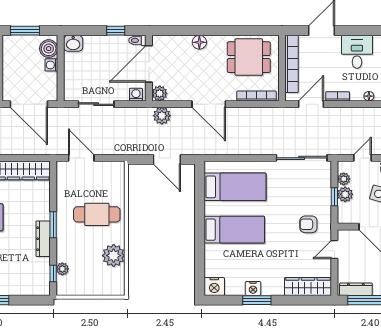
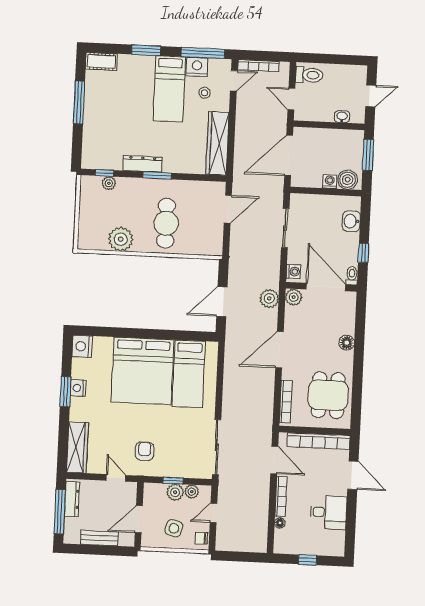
washbasin: (73, 43) -> (351, 221), moved
bookcase: (338, 96) -> (281, 496), width x1.56
door: (362, 158) -> (214, 513), swing flipped
bed: (234, 230) -> (143, 371), width x2.04

